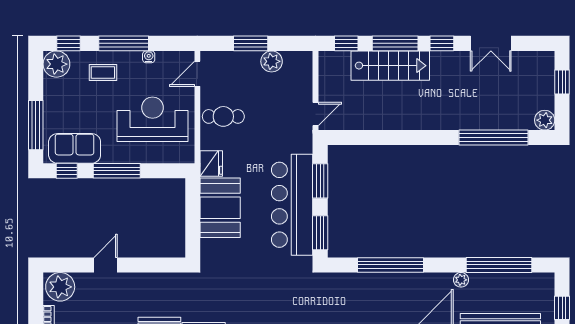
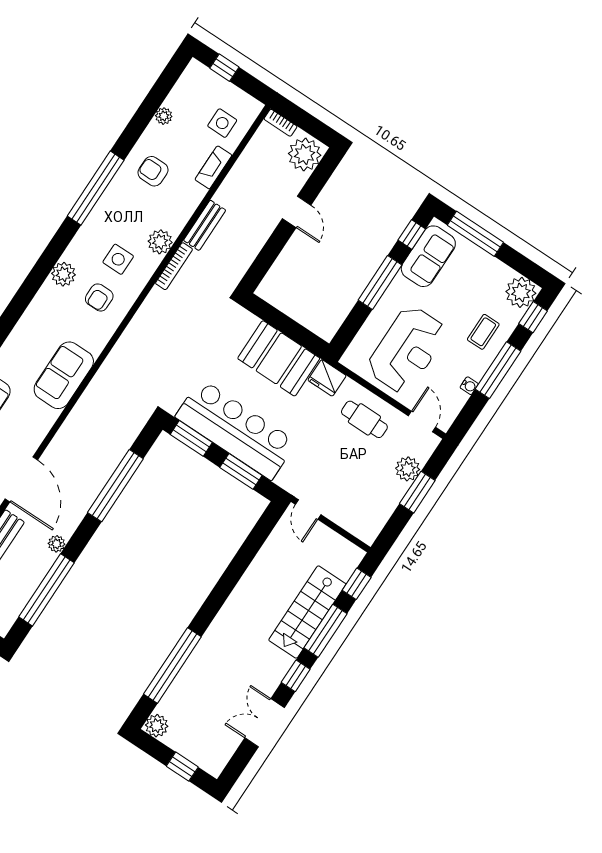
plant: (272, 61) -> (408, 469), moved
cafe table: (223, 116) -> (364, 419), turned 90

